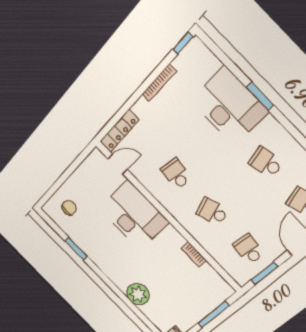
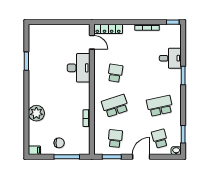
desk: (229, 106) -> (170, 58), width x0.53, depth x0.77
school desk: (266, 163) -> (160, 106), width x1.85
chair: (69, 208) -> (59, 143), moved
school desk: (212, 212) -> (115, 106), width x1.85
desk: (134, 215) -> (79, 68), width x0.73, depth x0.77

